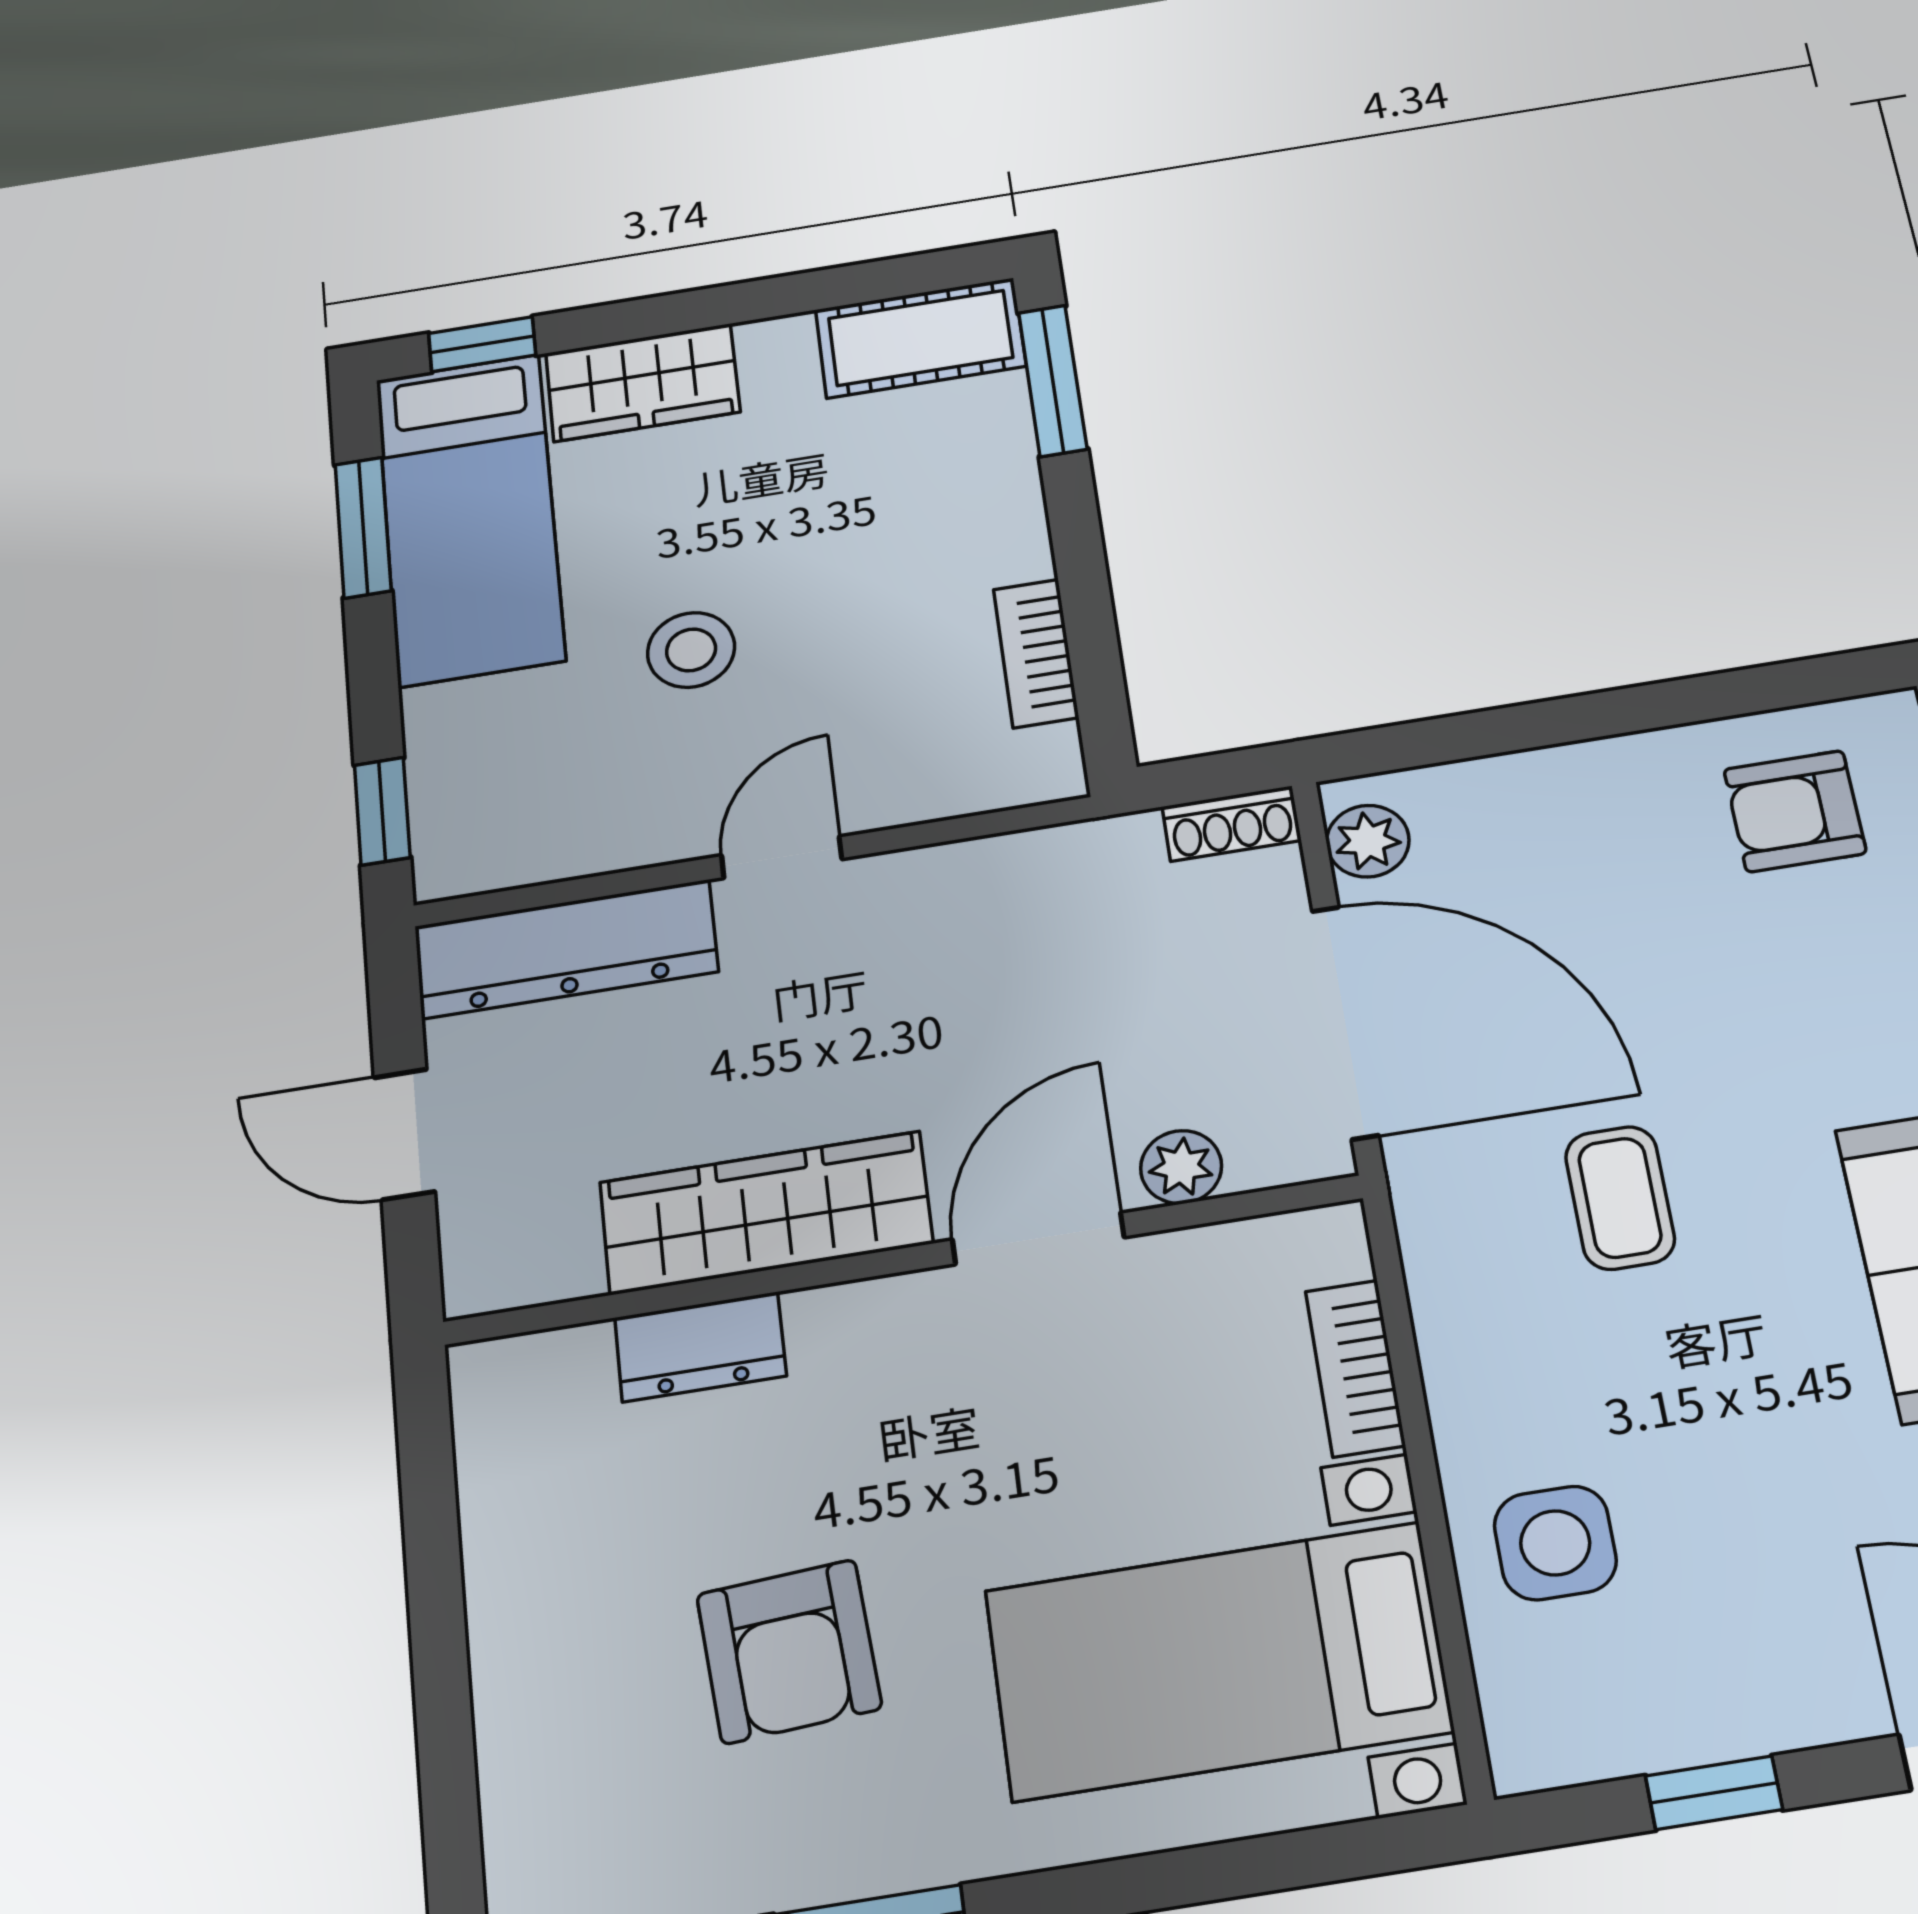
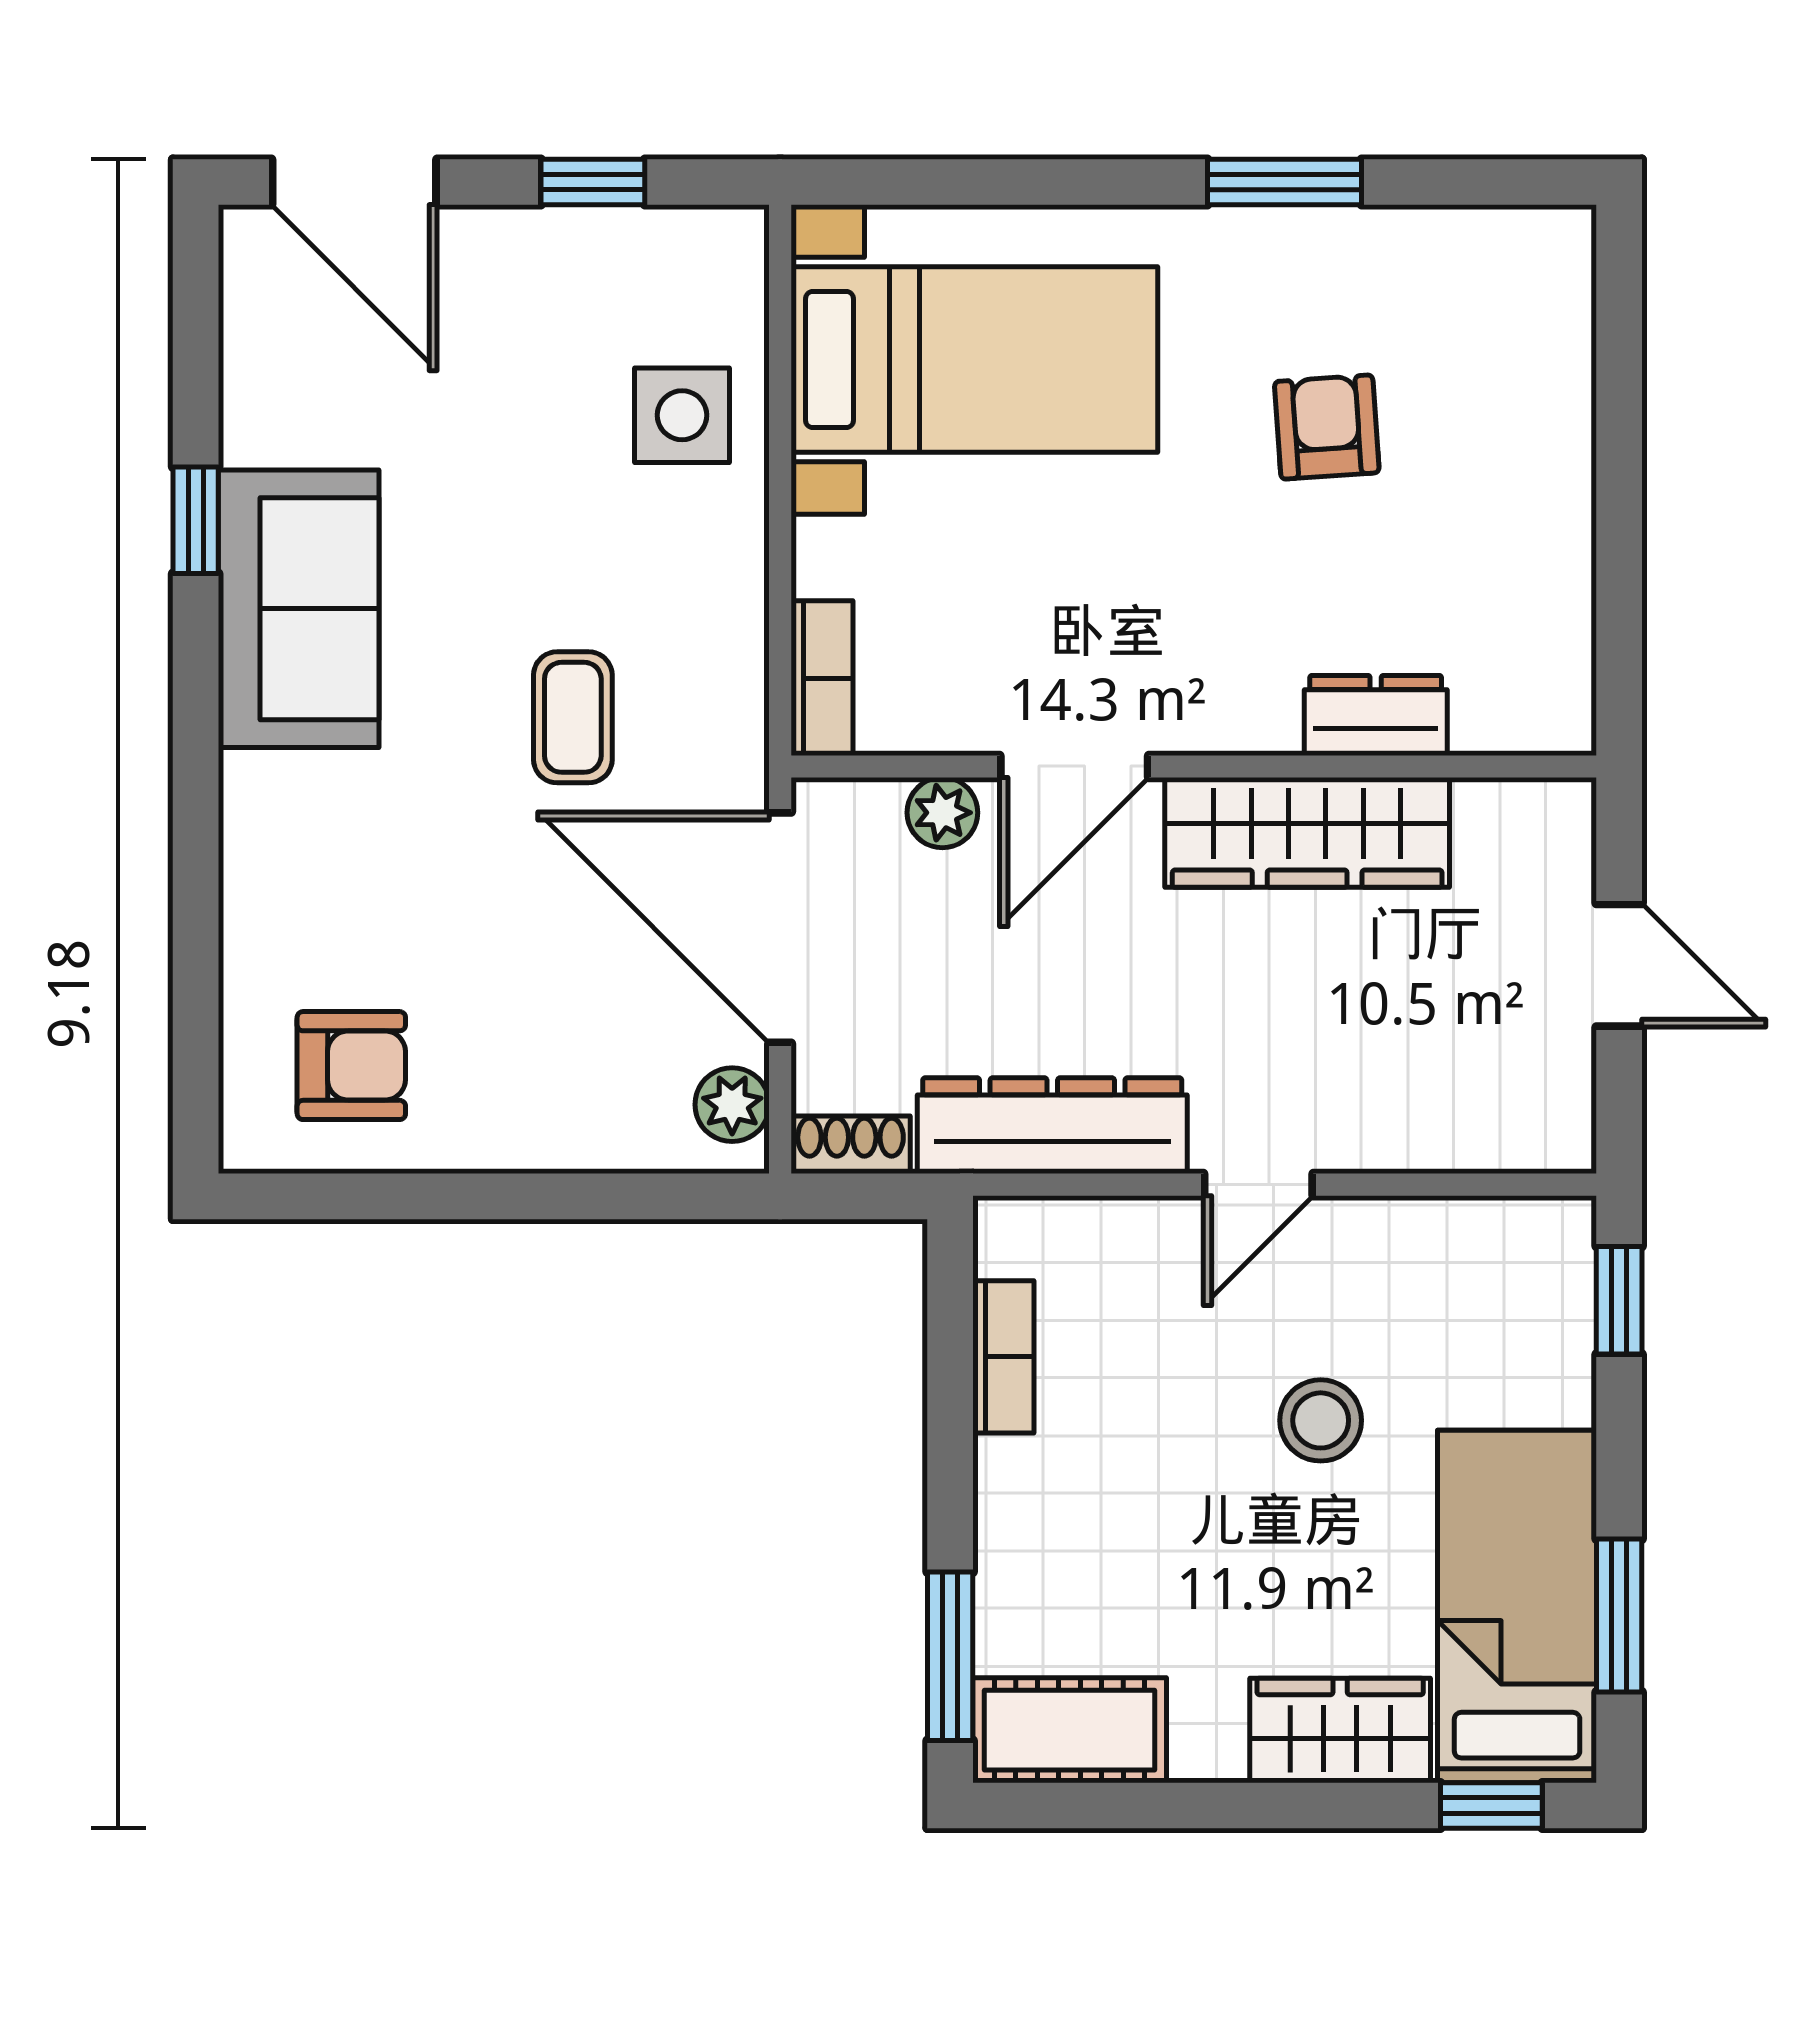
dresser: (566, 949) -> (1052, 1126), moved
bookcase: (1355, 1368) -> (822, 678), moved
armchair: (789, 1651) -> (1327, 427), width x0.72, depth x0.72

